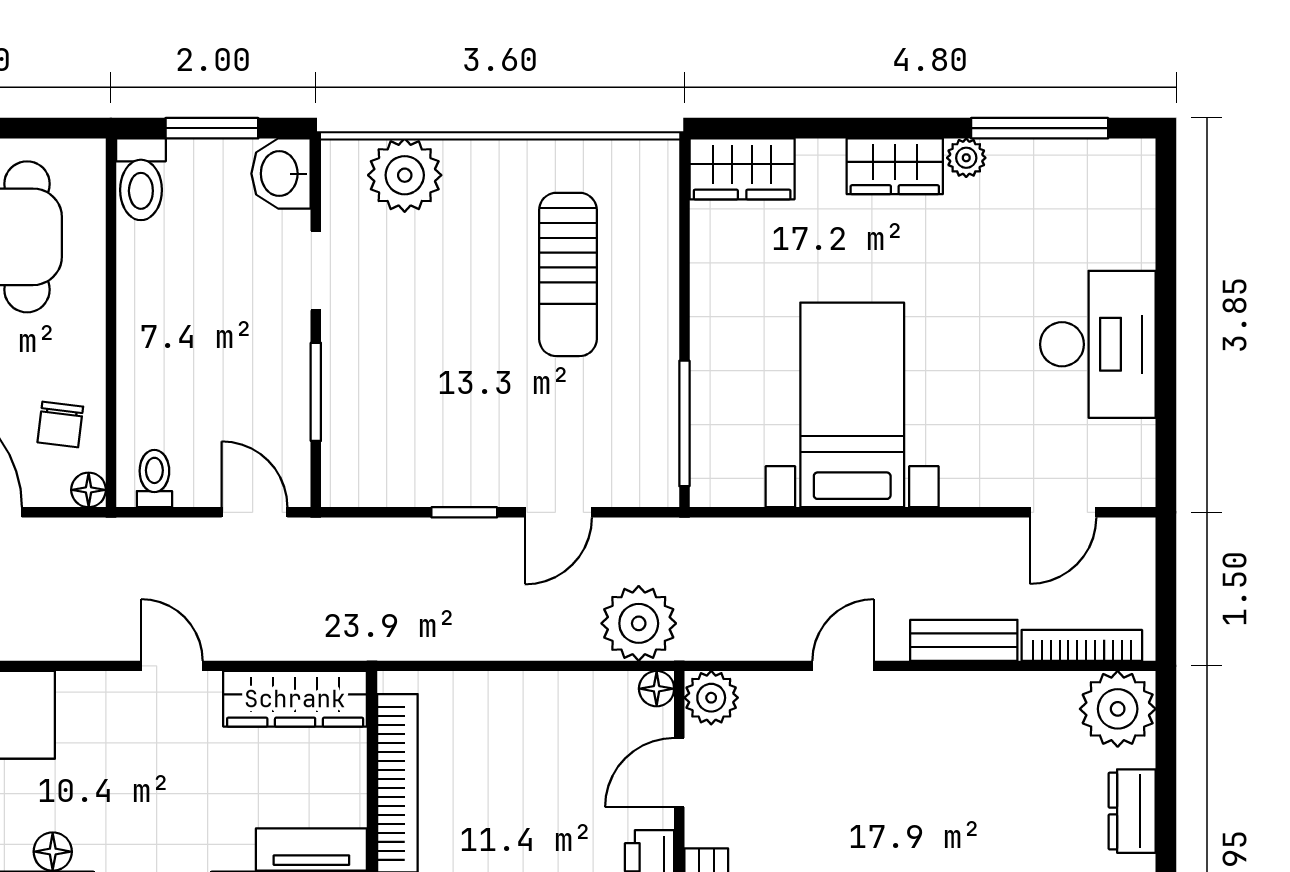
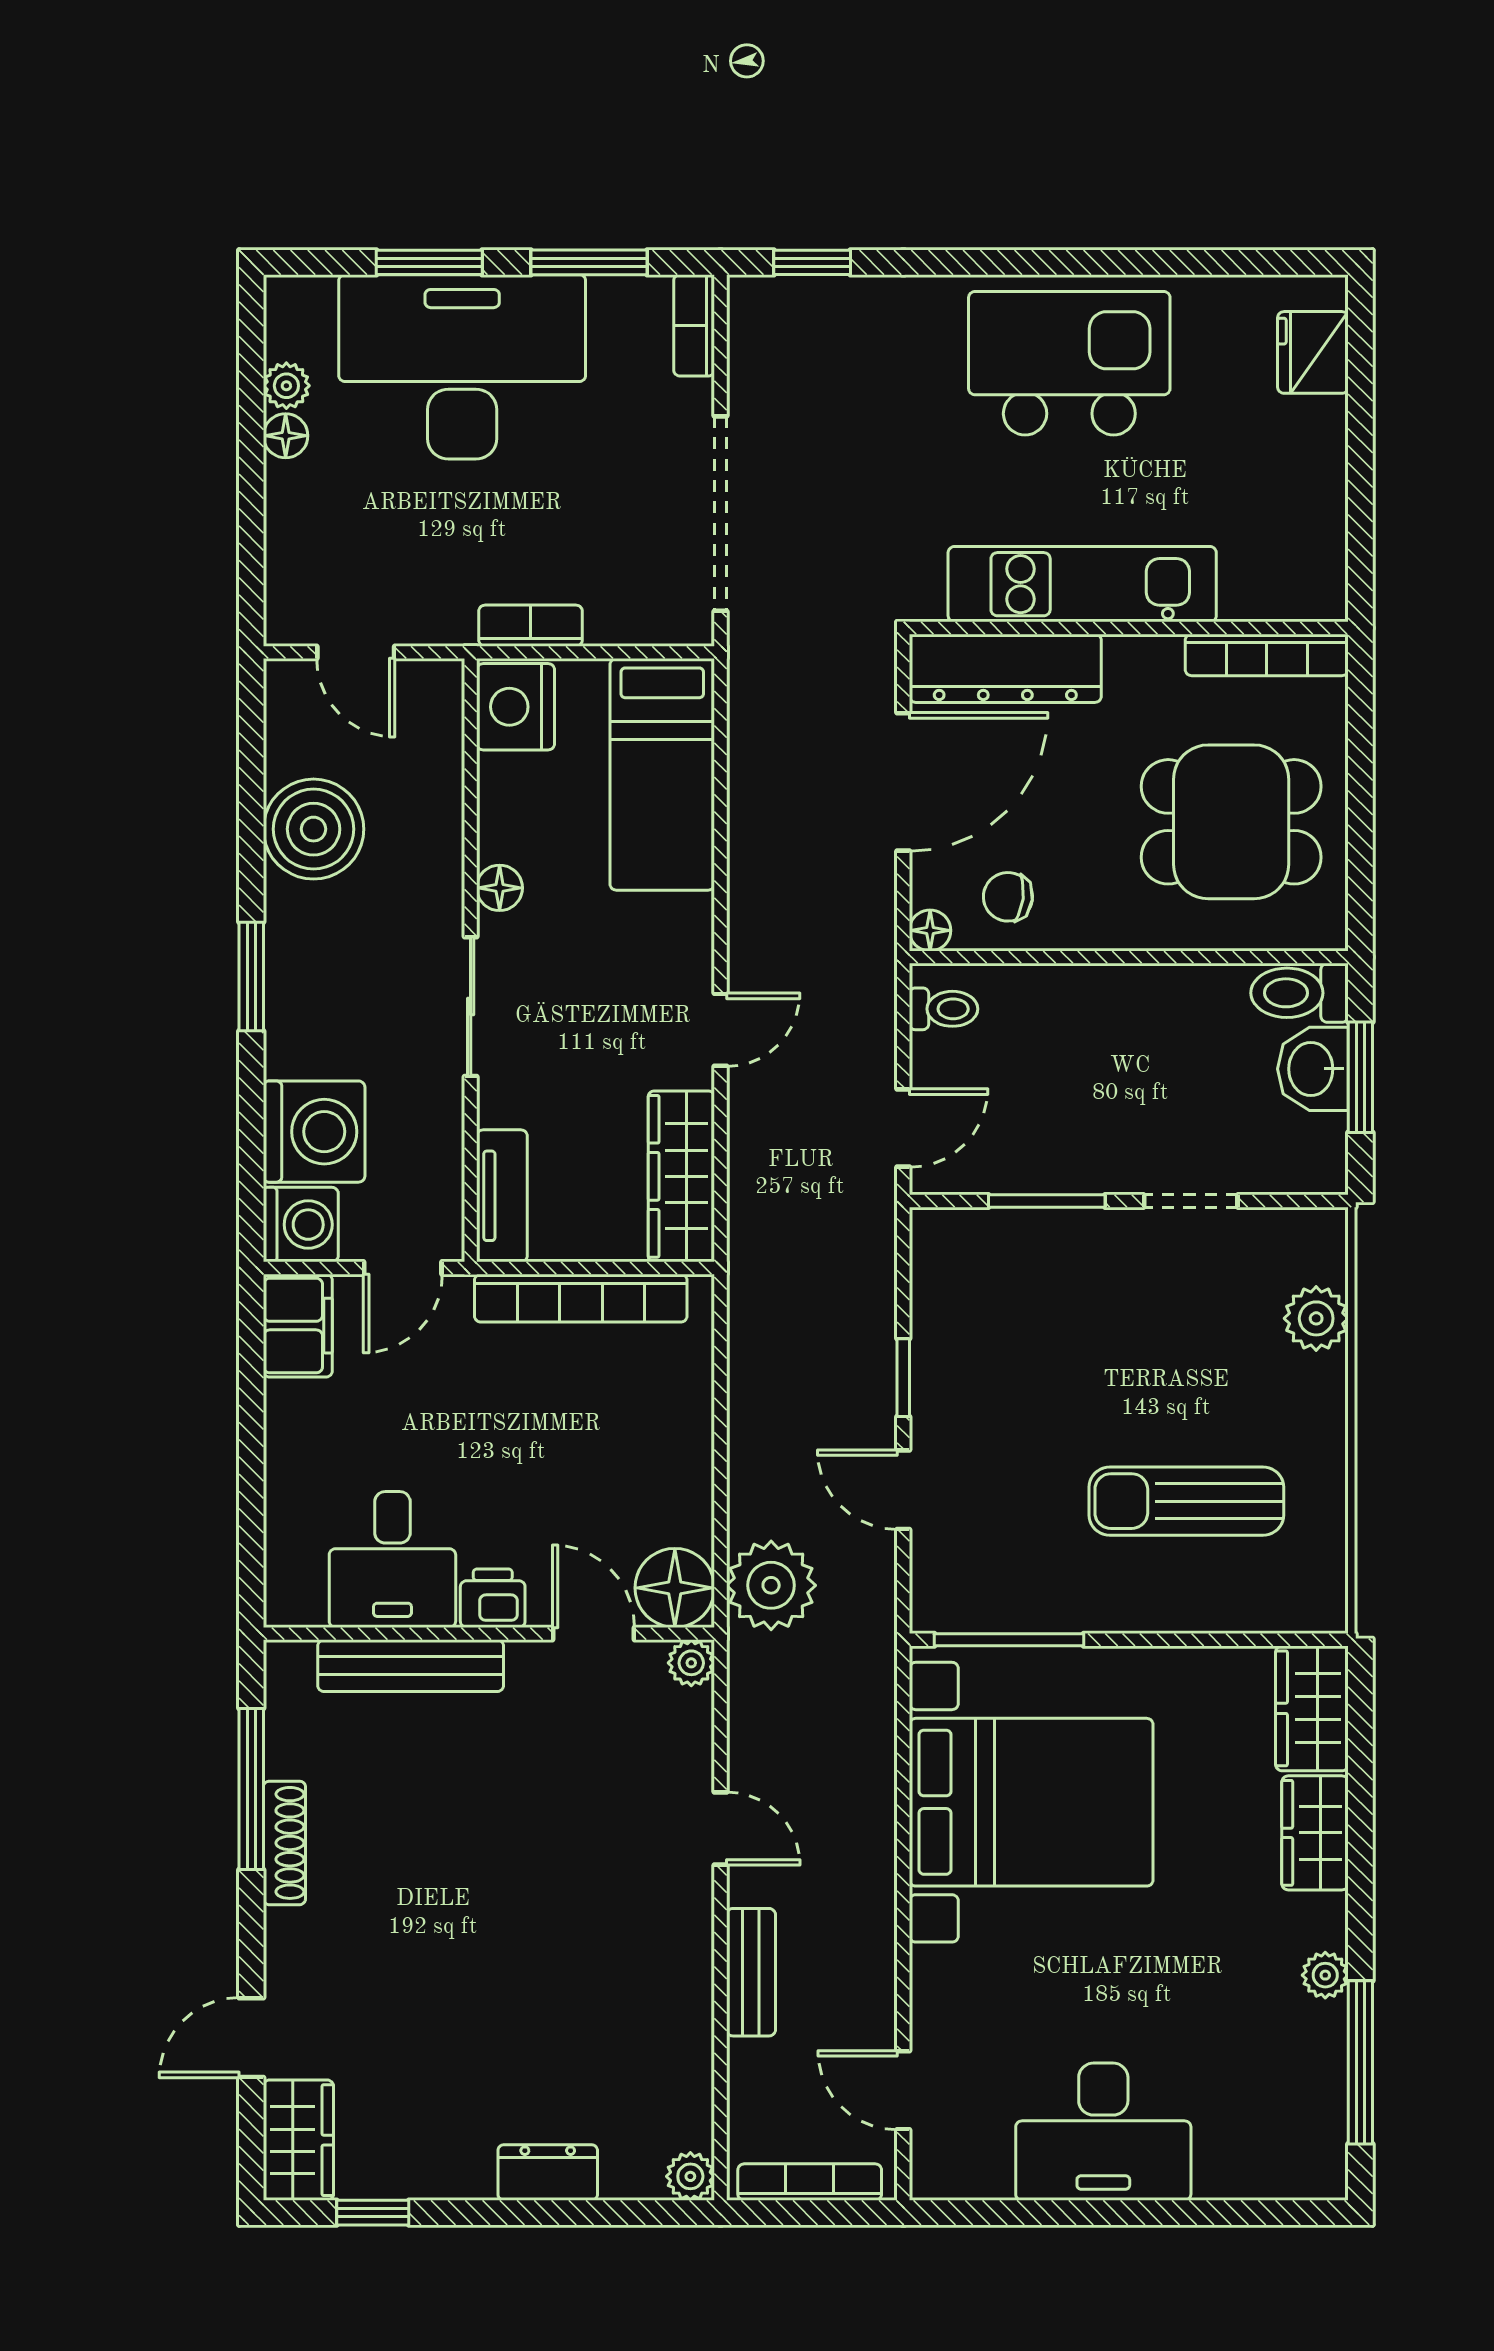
wardrobe: (895, 166) -> (1315, 1833), moved
washbasin: (281, 174) -> (1313, 1069), moved, turned -90
plant: (405, 175) -> (1316, 1318), width x0.73, depth x0.73
bed with nightstands: (852, 405) -> (1031, 1802), width x1.36
bookcase: (1082, 645) -> (810, 2182), moved, turned -90
floor lamp: (657, 689) -> (675, 1588), width x1.89, depth x1.89
plant: (711, 698) -> (691, 1663), width x0.73, depth x0.73
plant: (1118, 709) -> (690, 2176), width x0.53, depth x0.53

